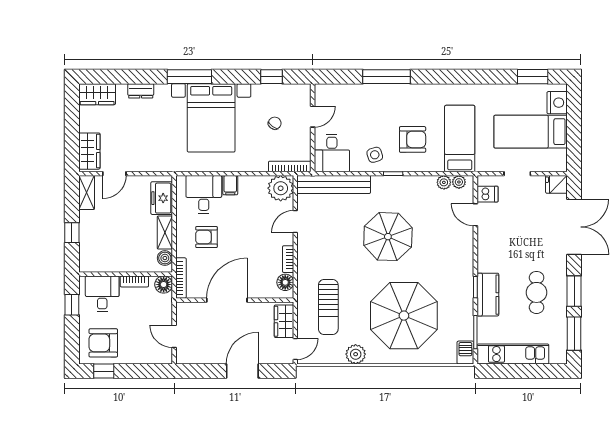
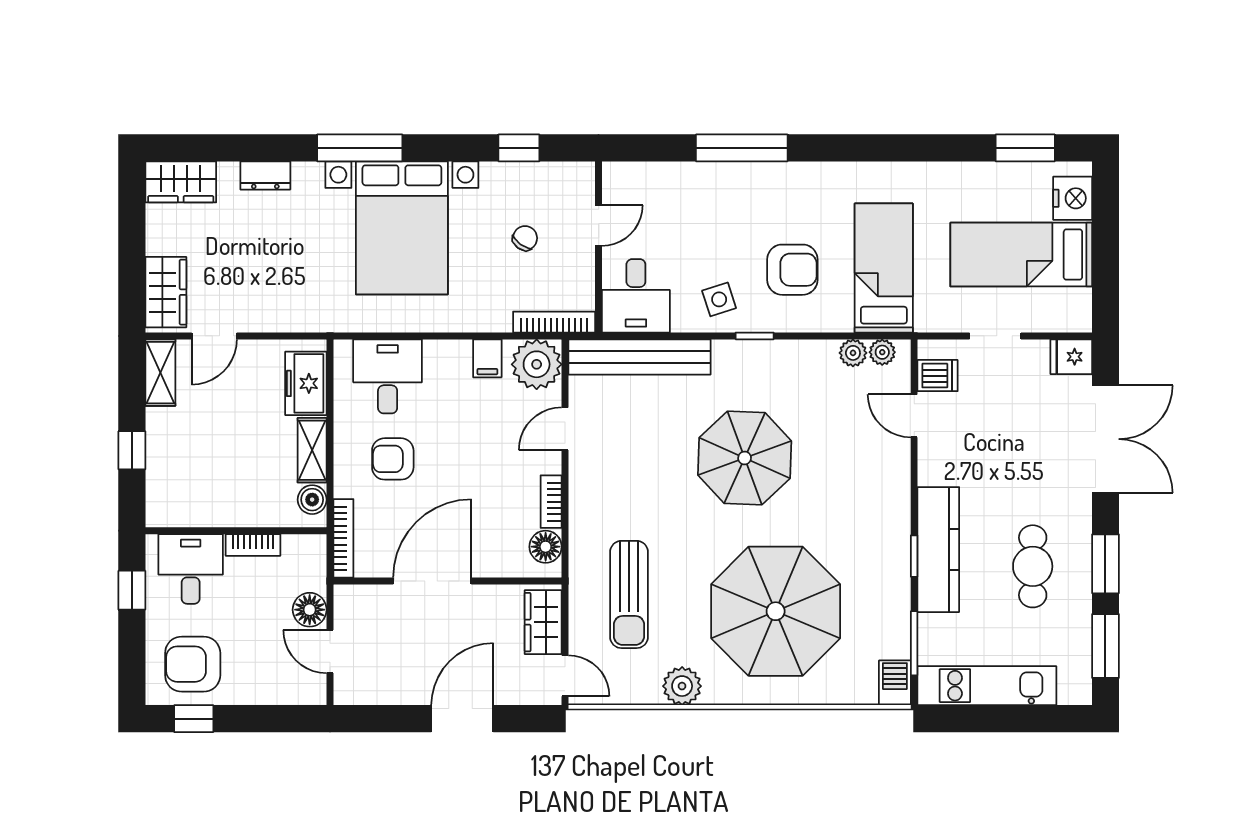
filing cabinet: (230, 185) -> (487, 358), moved
floor lamp: (164, 285) -> (310, 610), moved
kitchen counter: (488, 295) -> (938, 550), width x1.50
door: (295, 349) -> (565, 676), hinge flipped

